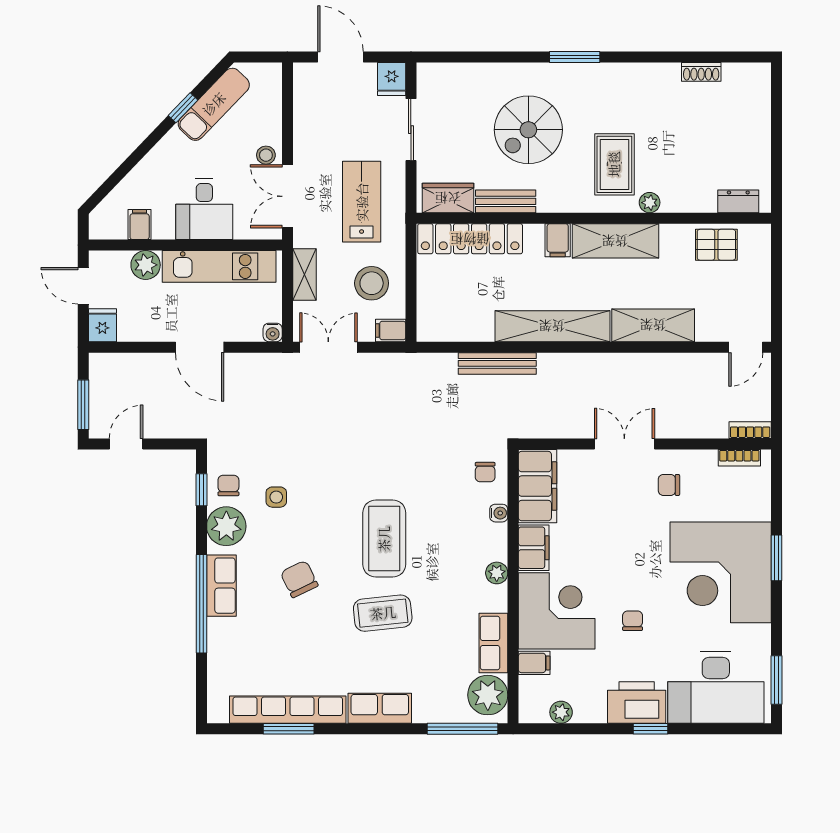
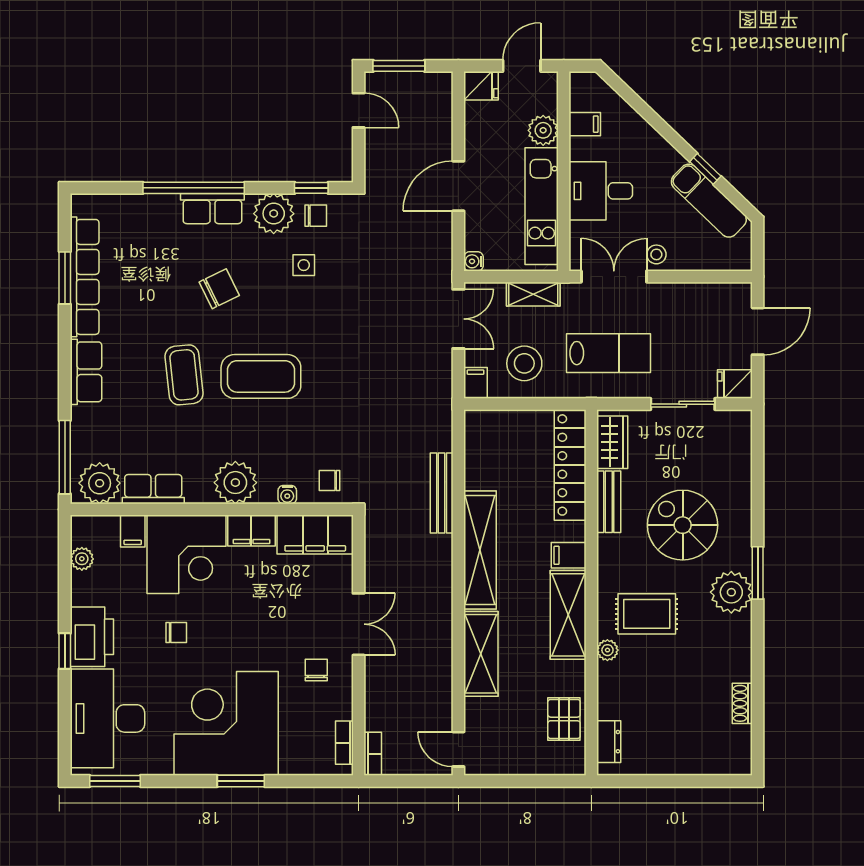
plant: (593, 83) -> (731, 592), added
plant: (497, 573) -> (235, 483), width x1.88, depth x1.88

